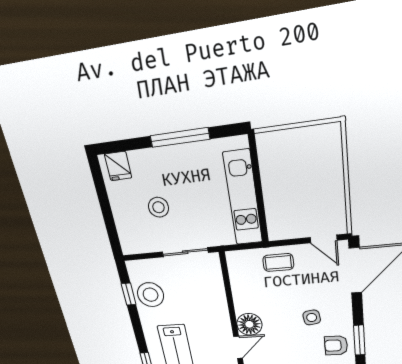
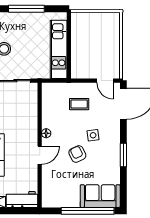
coffee table: (278, 262) -> (79, 104), moved
floor lamp: (249, 324) -> (46, 133), width x0.53, depth x0.53
armchair: (336, 345) -> (77, 154), moved, turned 64

